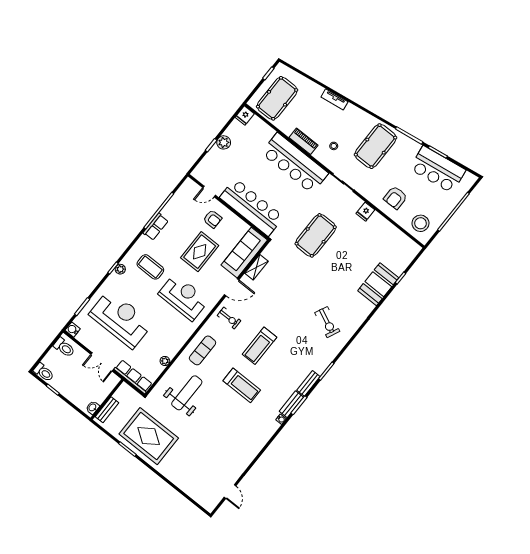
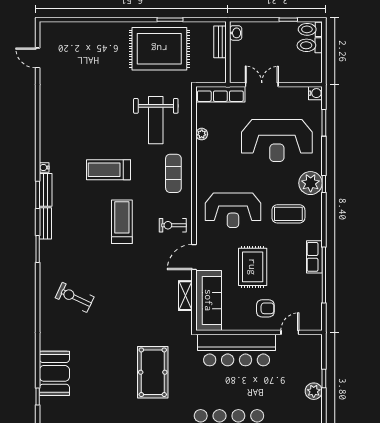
armchair: (212, 219) -> (265, 308), turned 180
plant: (120, 269) -> (311, 183), width x1.88, depth x1.88
toilet: (64, 348) -> (310, 45), moved

